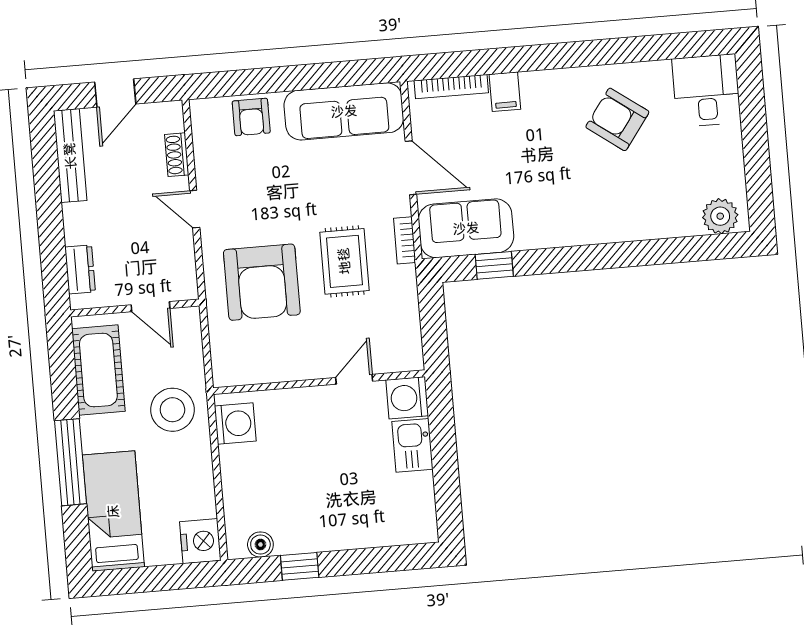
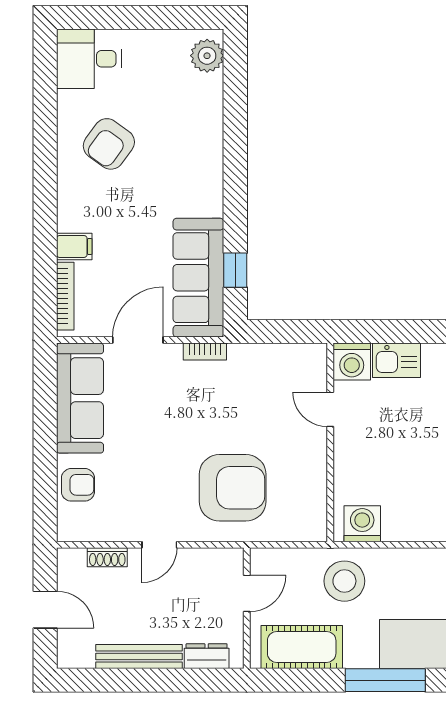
bench: (70, 156) -> (139, 656), moved
sofa: (466, 228) -> (198, 278), width x1.36
rug: (344, 261) -> (220, 409), removed

